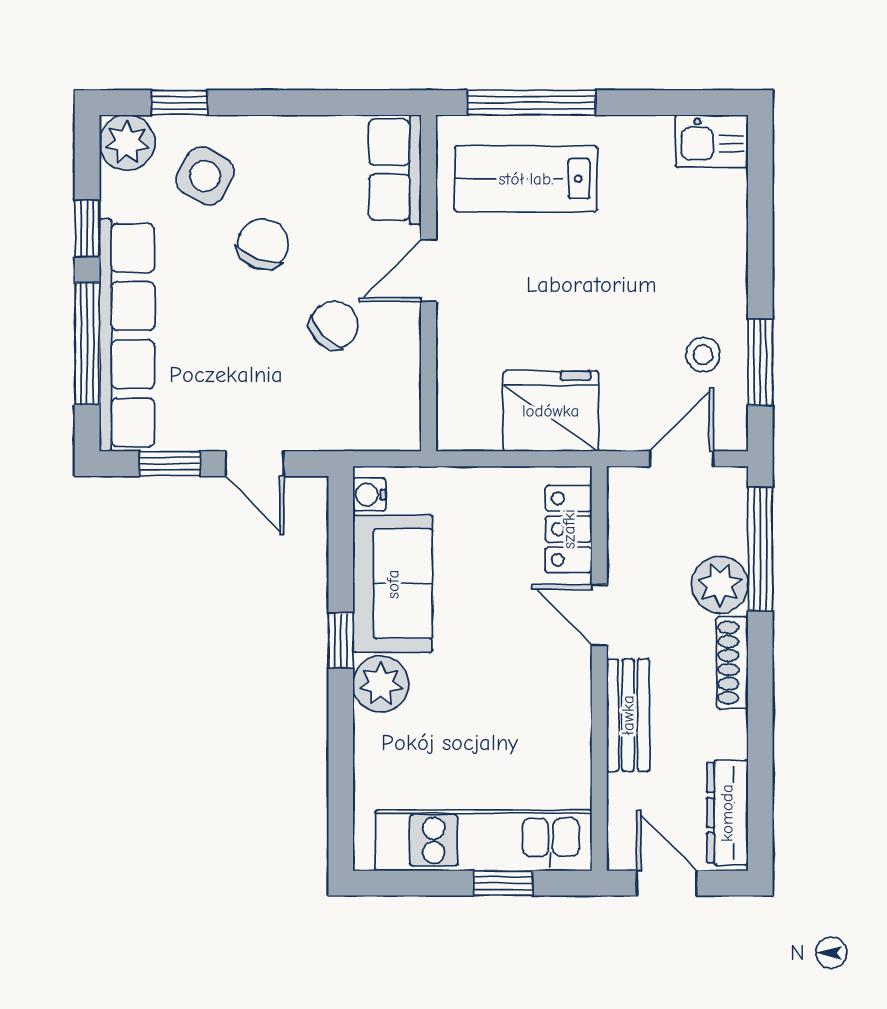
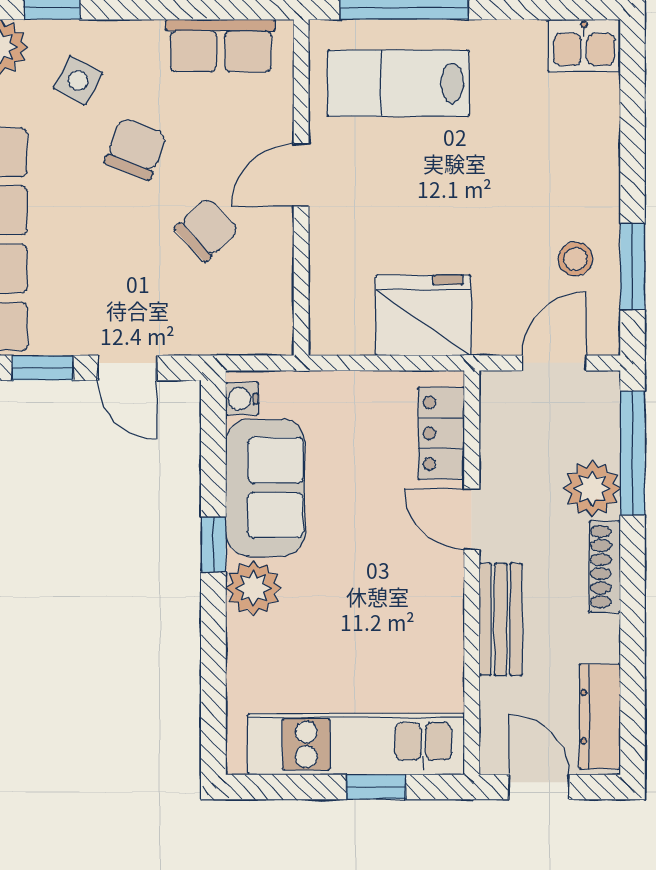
row of seats: (395, 170) -> (221, 46), moved, turned -90
side table: (205, 176) -> (78, 80), width x0.73, depth x0.73

